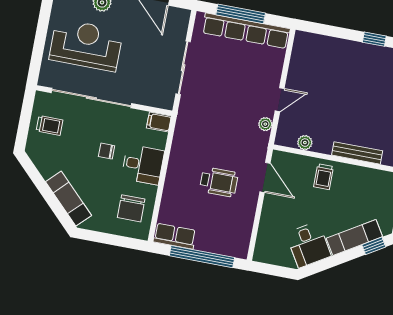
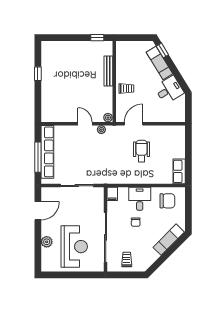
reception desk: (86, 45) -> (74, 247), turned 180
plant: (305, 143) -> (108, 118), moved
window: (202, 257) -> (188, 153), removed

